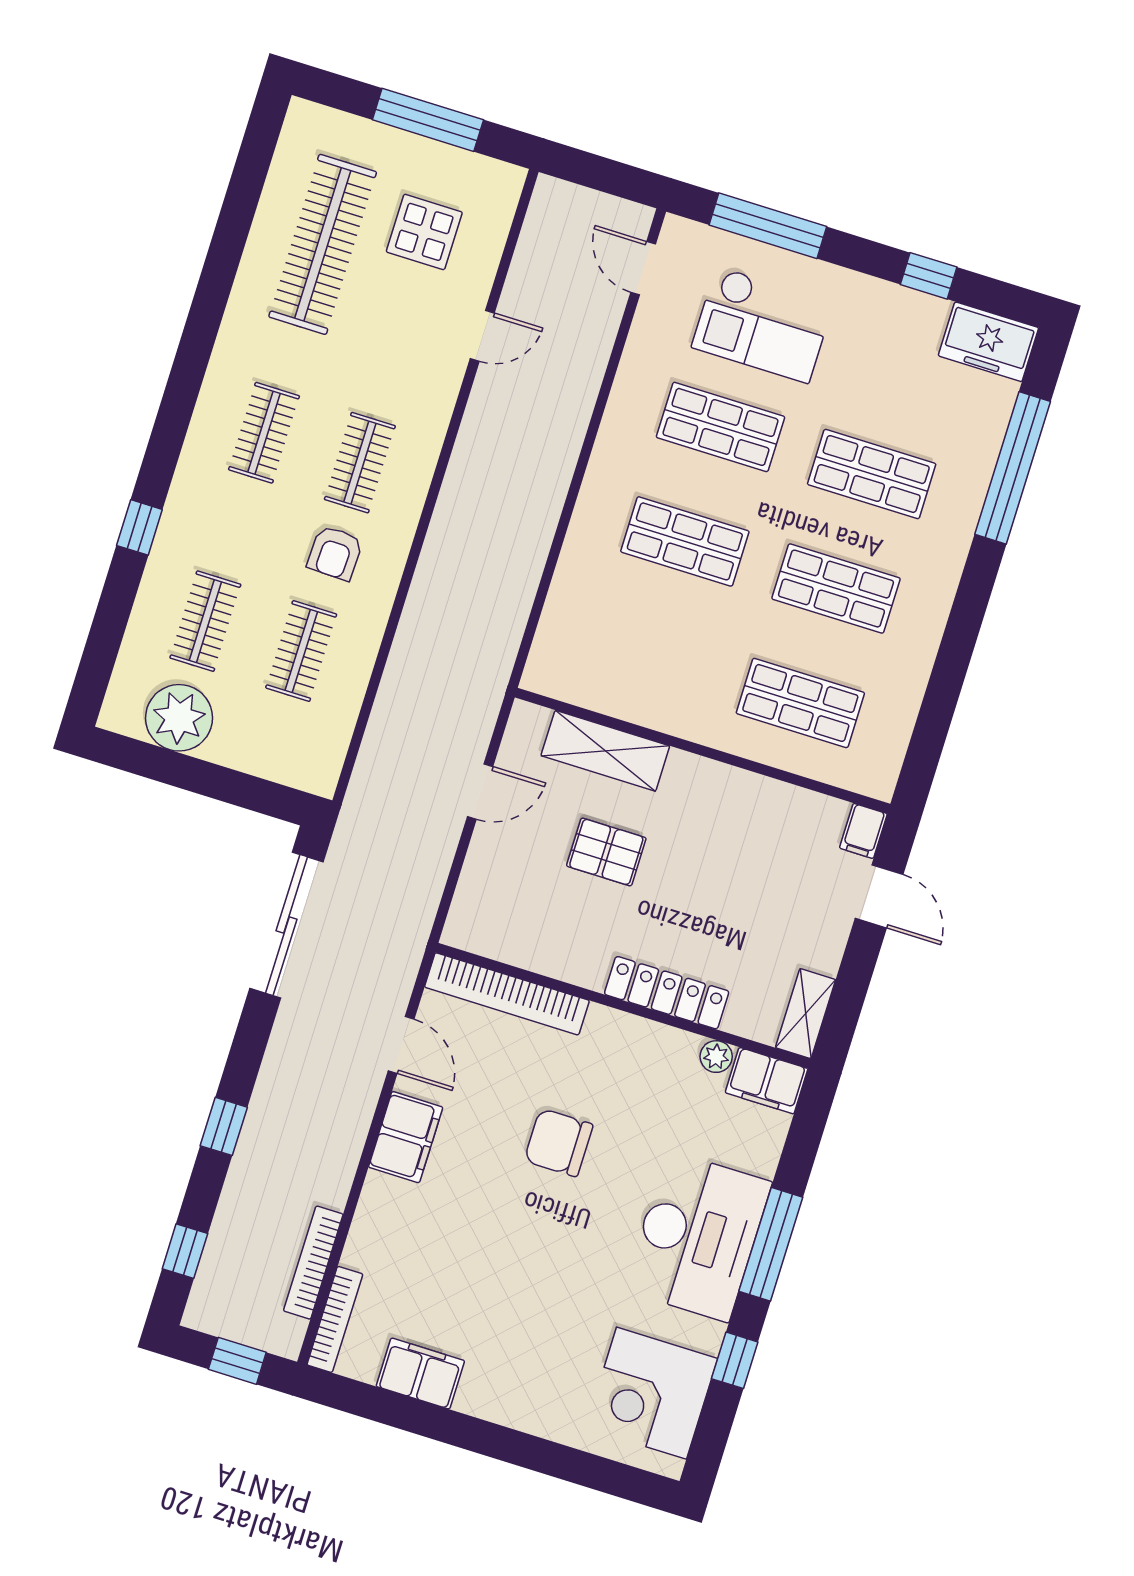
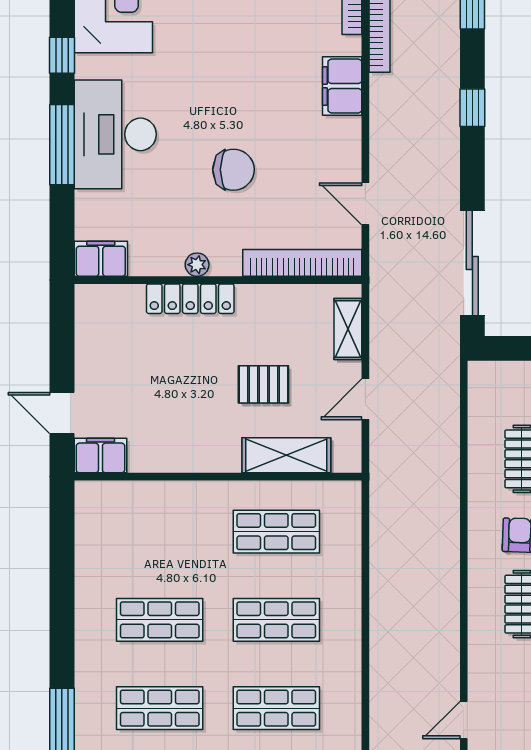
shop shelf: (800, 703) -> (276, 532), moved
filing cabinet: (863, 831) -> (100, 456), width x2.00
shelving: (806, 1014) -> (348, 329), moved
plant: (716, 1057) -> (197, 265), moved
filing cabinet: (406, 1137) -> (342, 86), moved

